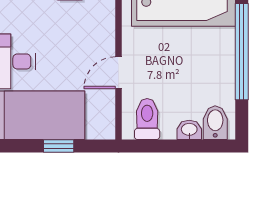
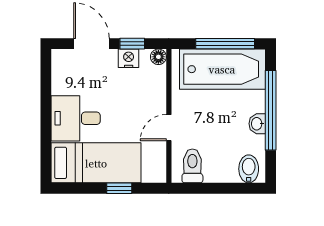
washbasin: (189, 130) -> (257, 124), moved, turned -90

